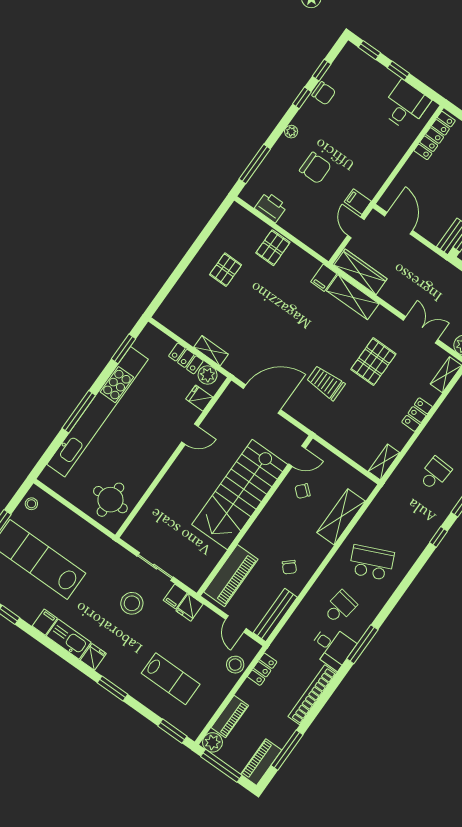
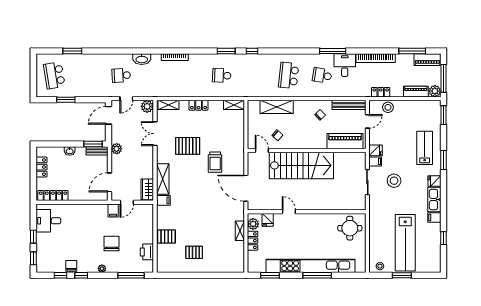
plant: (437, 264) -> (117, 149), added
wardrobe: (361, 272) -> (147, 189), width x0.67
school desk: (372, 563) -> (289, 75), turned 30
lab bench: (171, 679) -> (425, 148), moved

